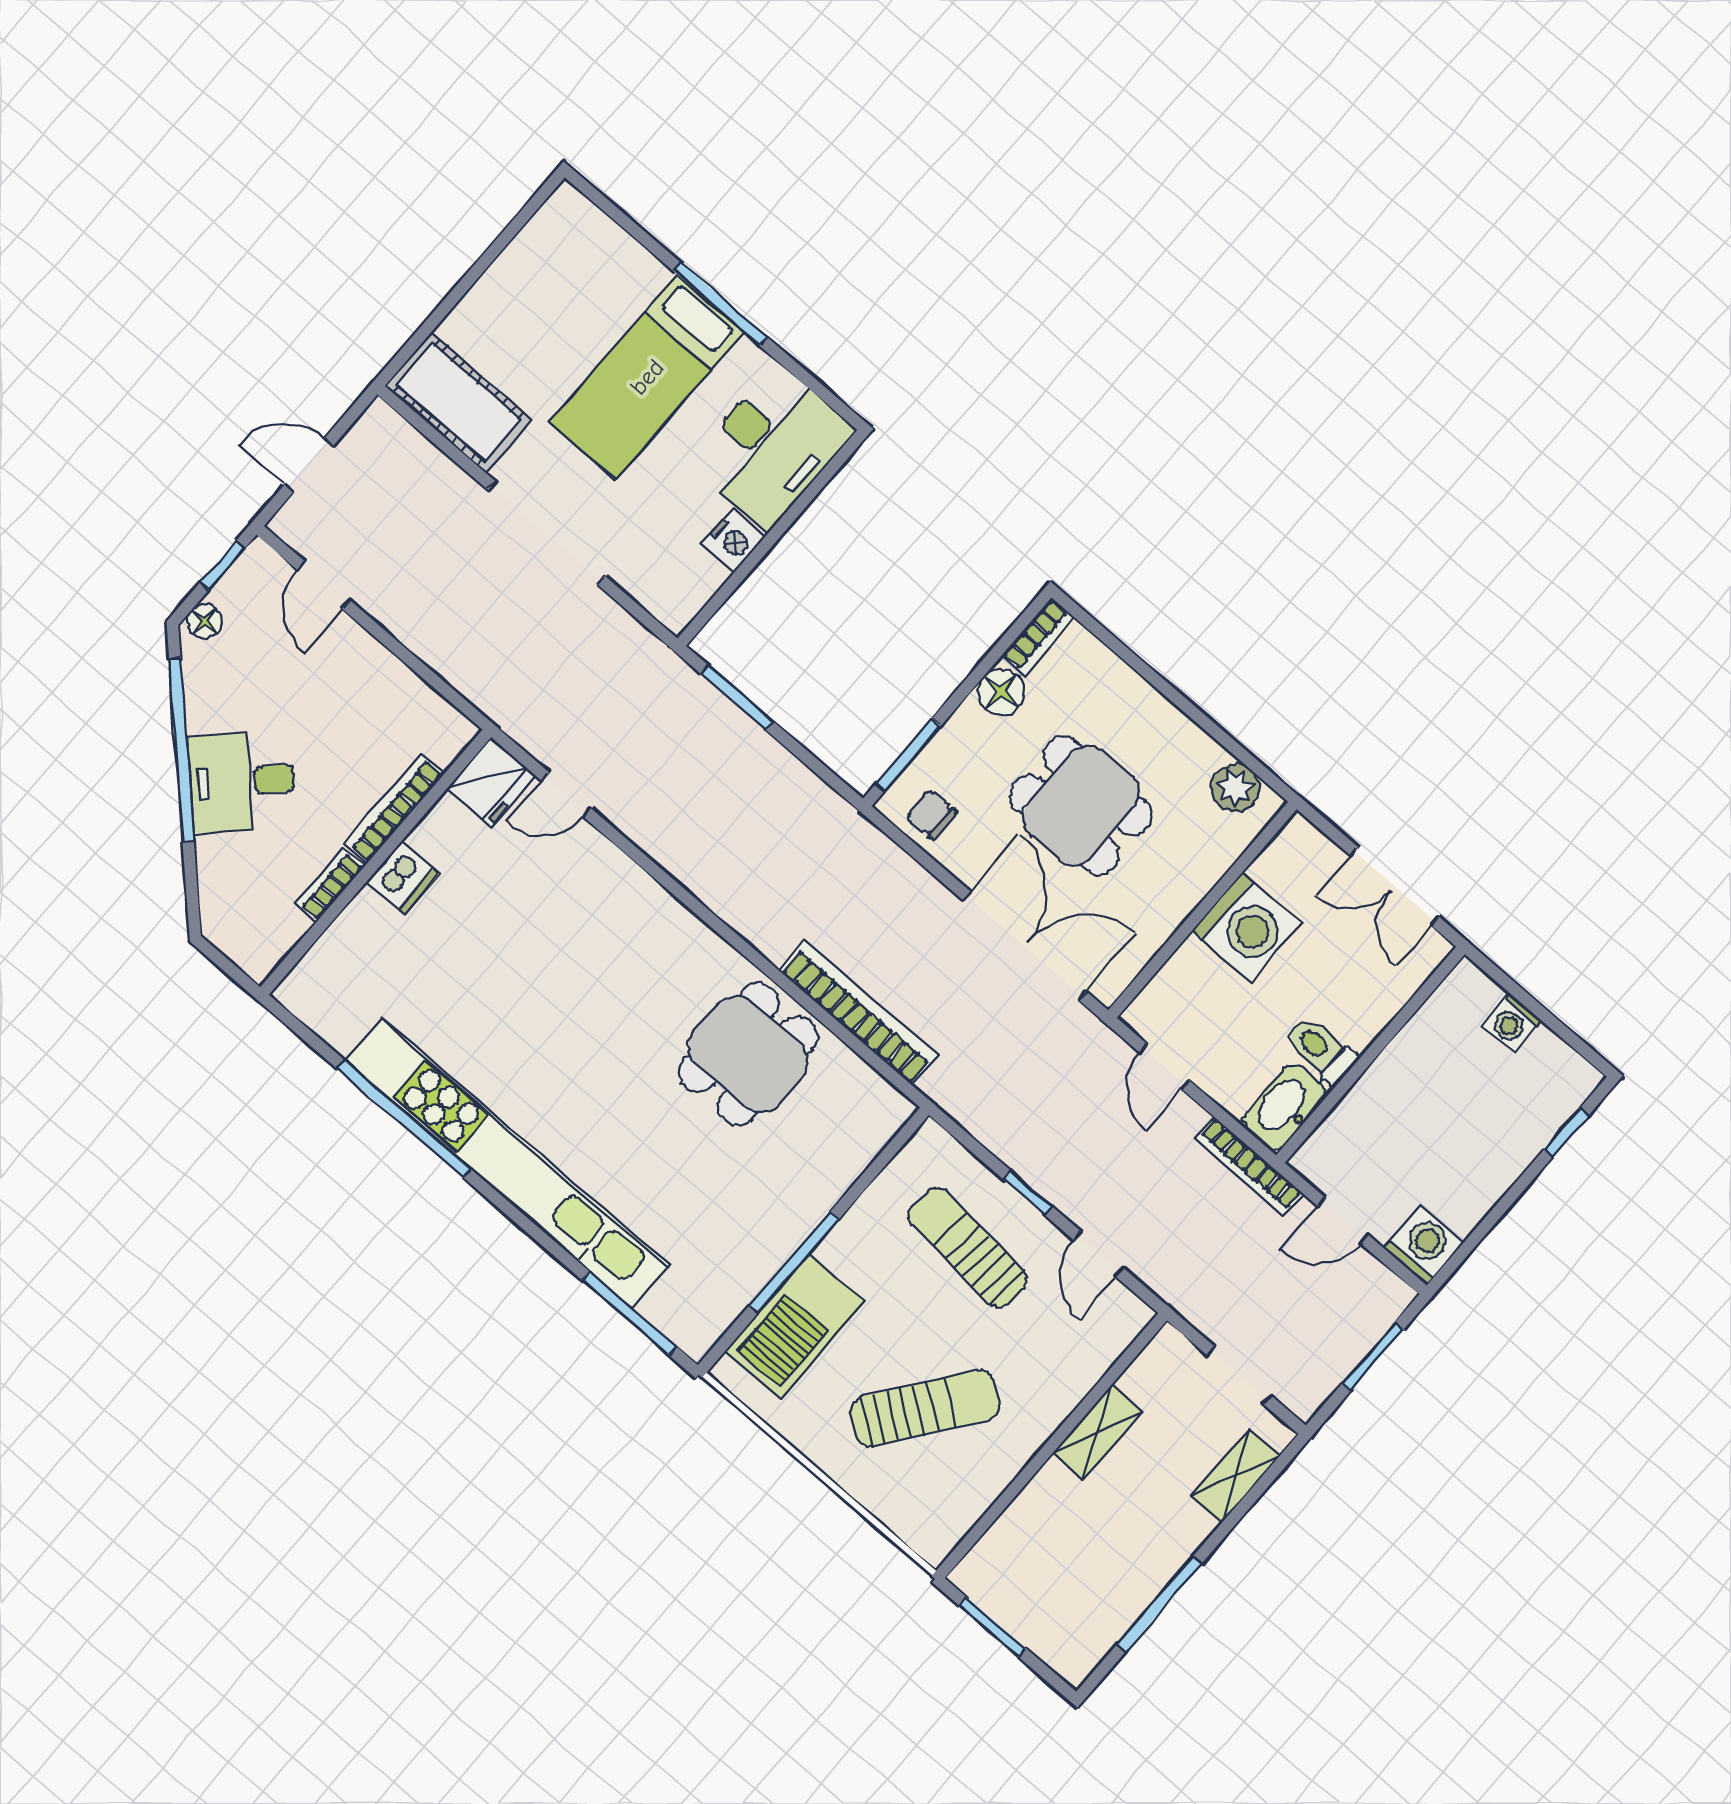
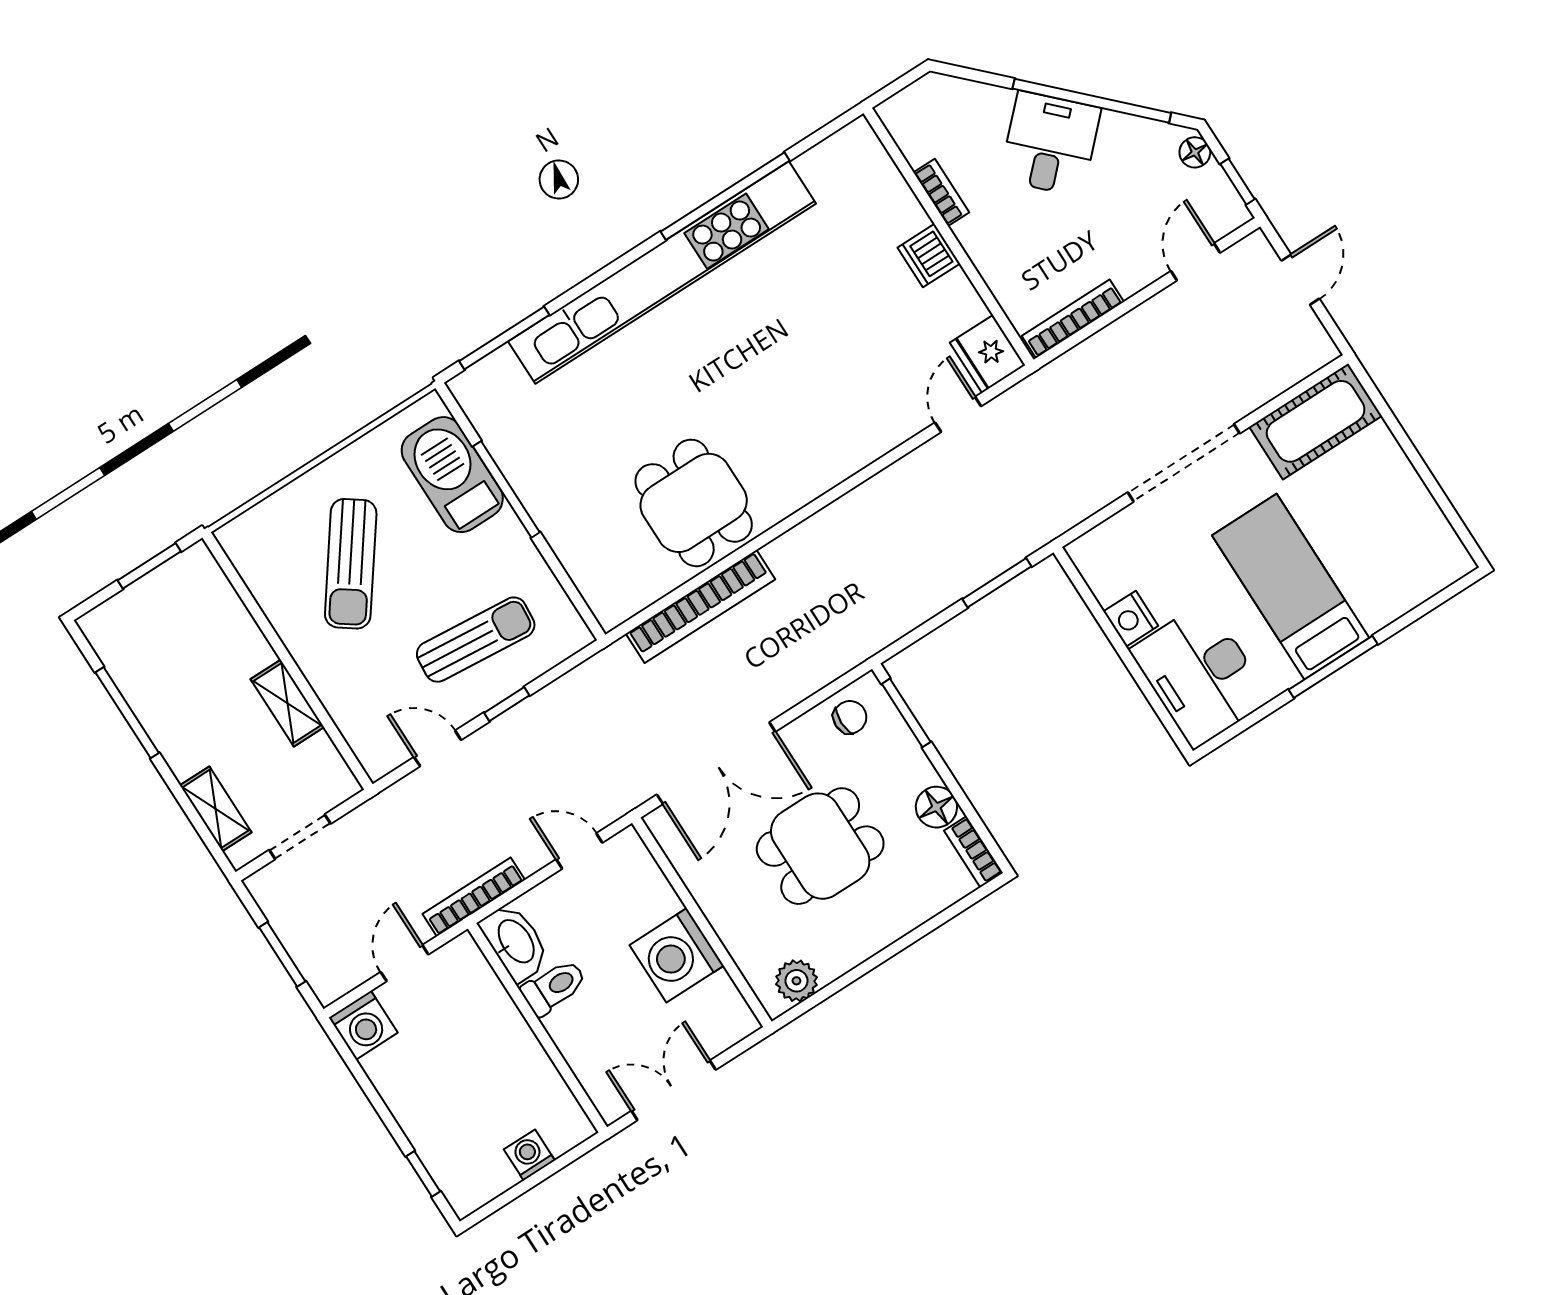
door: (323, 585) -> (1196, 262), hinge flipped
bookcase: (394, 809) -> (1073, 319), moved, turned -90

